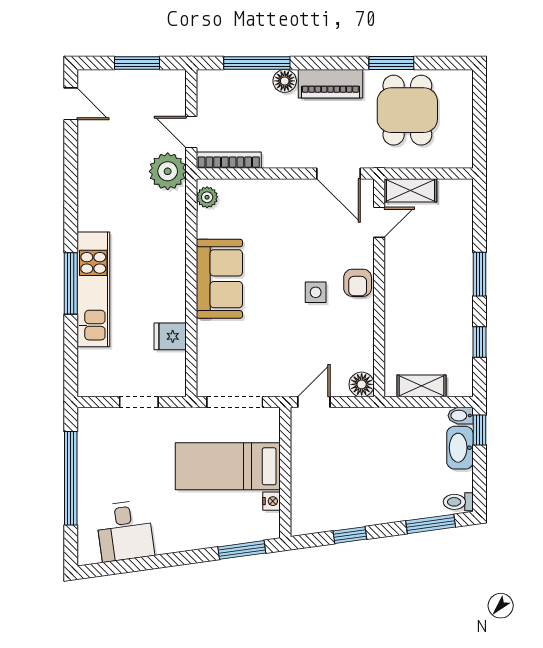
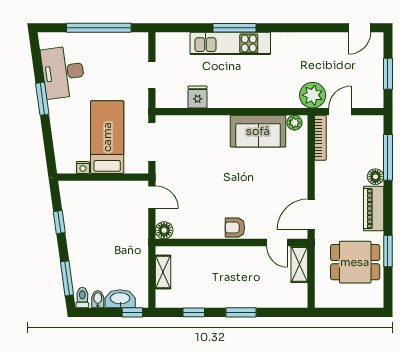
sofa: (219, 279) -> (258, 131), moved
side table: (316, 292) -> (228, 198), removed
bidet: (461, 416) -> (98, 299), moved
desk: (125, 531) -> (63, 72), width x1.37
window: (242, 550) -> (42, 99), moved

